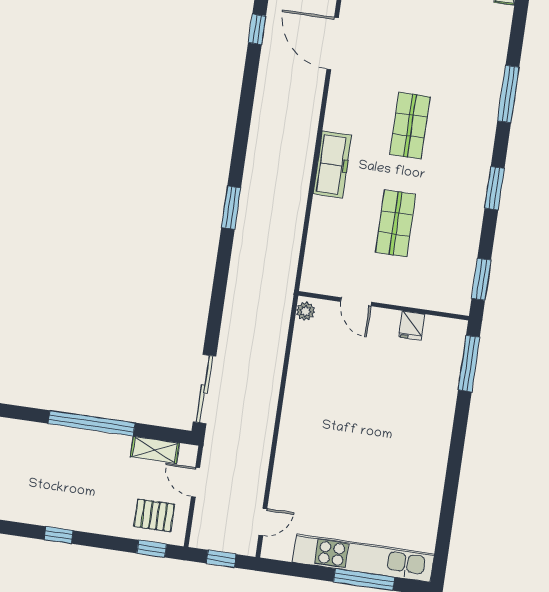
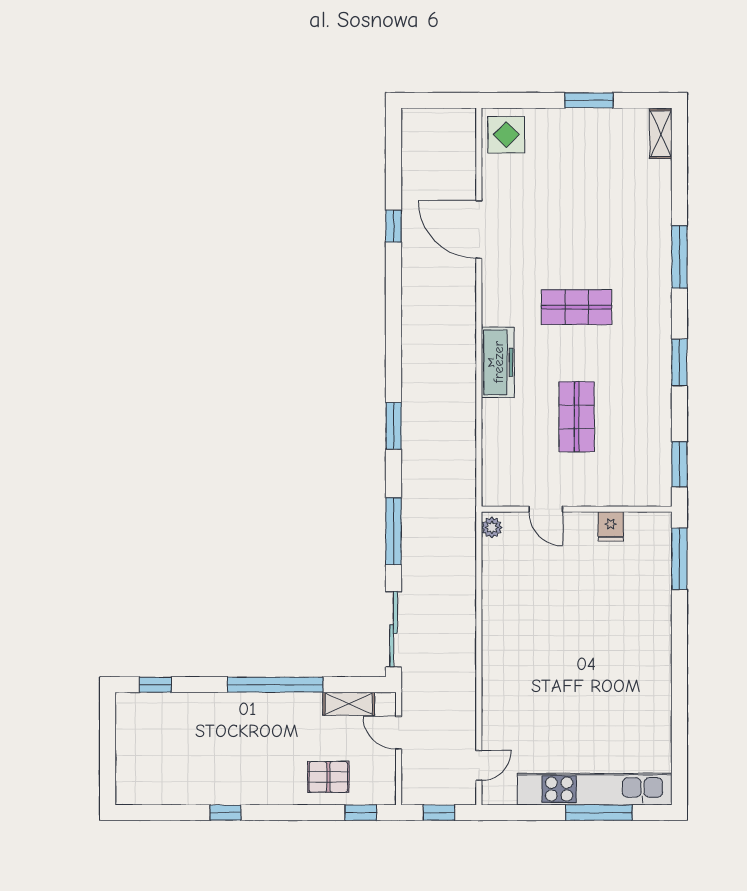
shop shelf: (410, 126) -> (577, 307), turned 90
window: (217, 302) -> (393, 531), added
pallet: (154, 515) -> (328, 777), moved
window: (59, 535) -> (225, 813), moved

